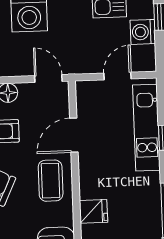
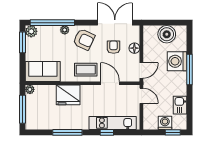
door: (117, 76) -> (141, 96), moved
fridge: (93, 211) -> (68, 95), width x1.88, depth x1.34

